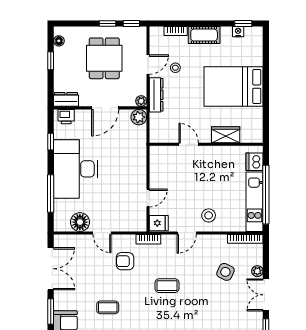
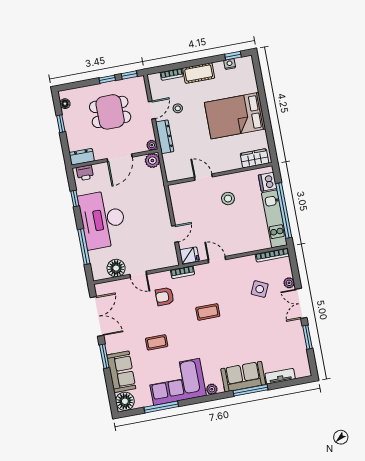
dining table: (104, 58) -> (110, 112), turned 90
wardrobe: (226, 135) -> (254, 158), moved
stool: (209, 215) -> (228, 199), moved
door: (187, 233) -> (217, 260), swing flipped

